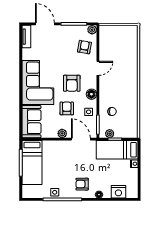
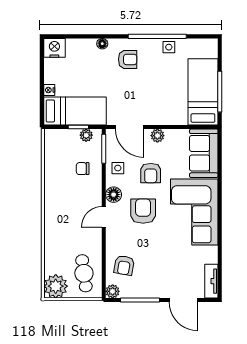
plant: (130, 33) -> (56, 286), added
cafe table: (111, 42) -> (84, 273), added
door: (98, 68) -> (104, 217), moved
nightstand: (118, 192) -> (54, 48), moved

